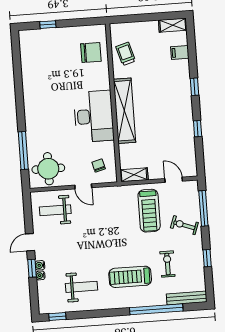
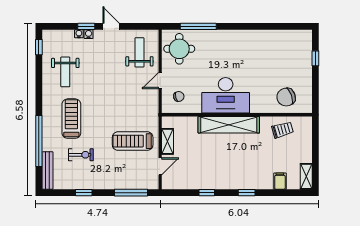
chair: (91, 53) -> (286, 97), turned 71
shelving: (134, 175) -> (167, 141), moved
exercise bike: (184, 225) -> (116, 173), removed

